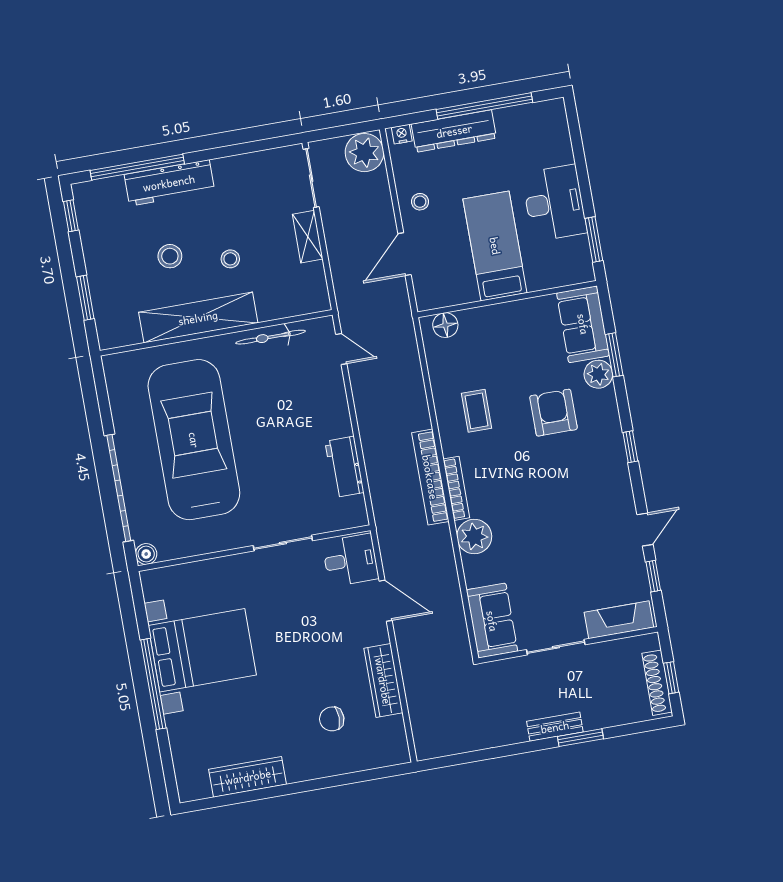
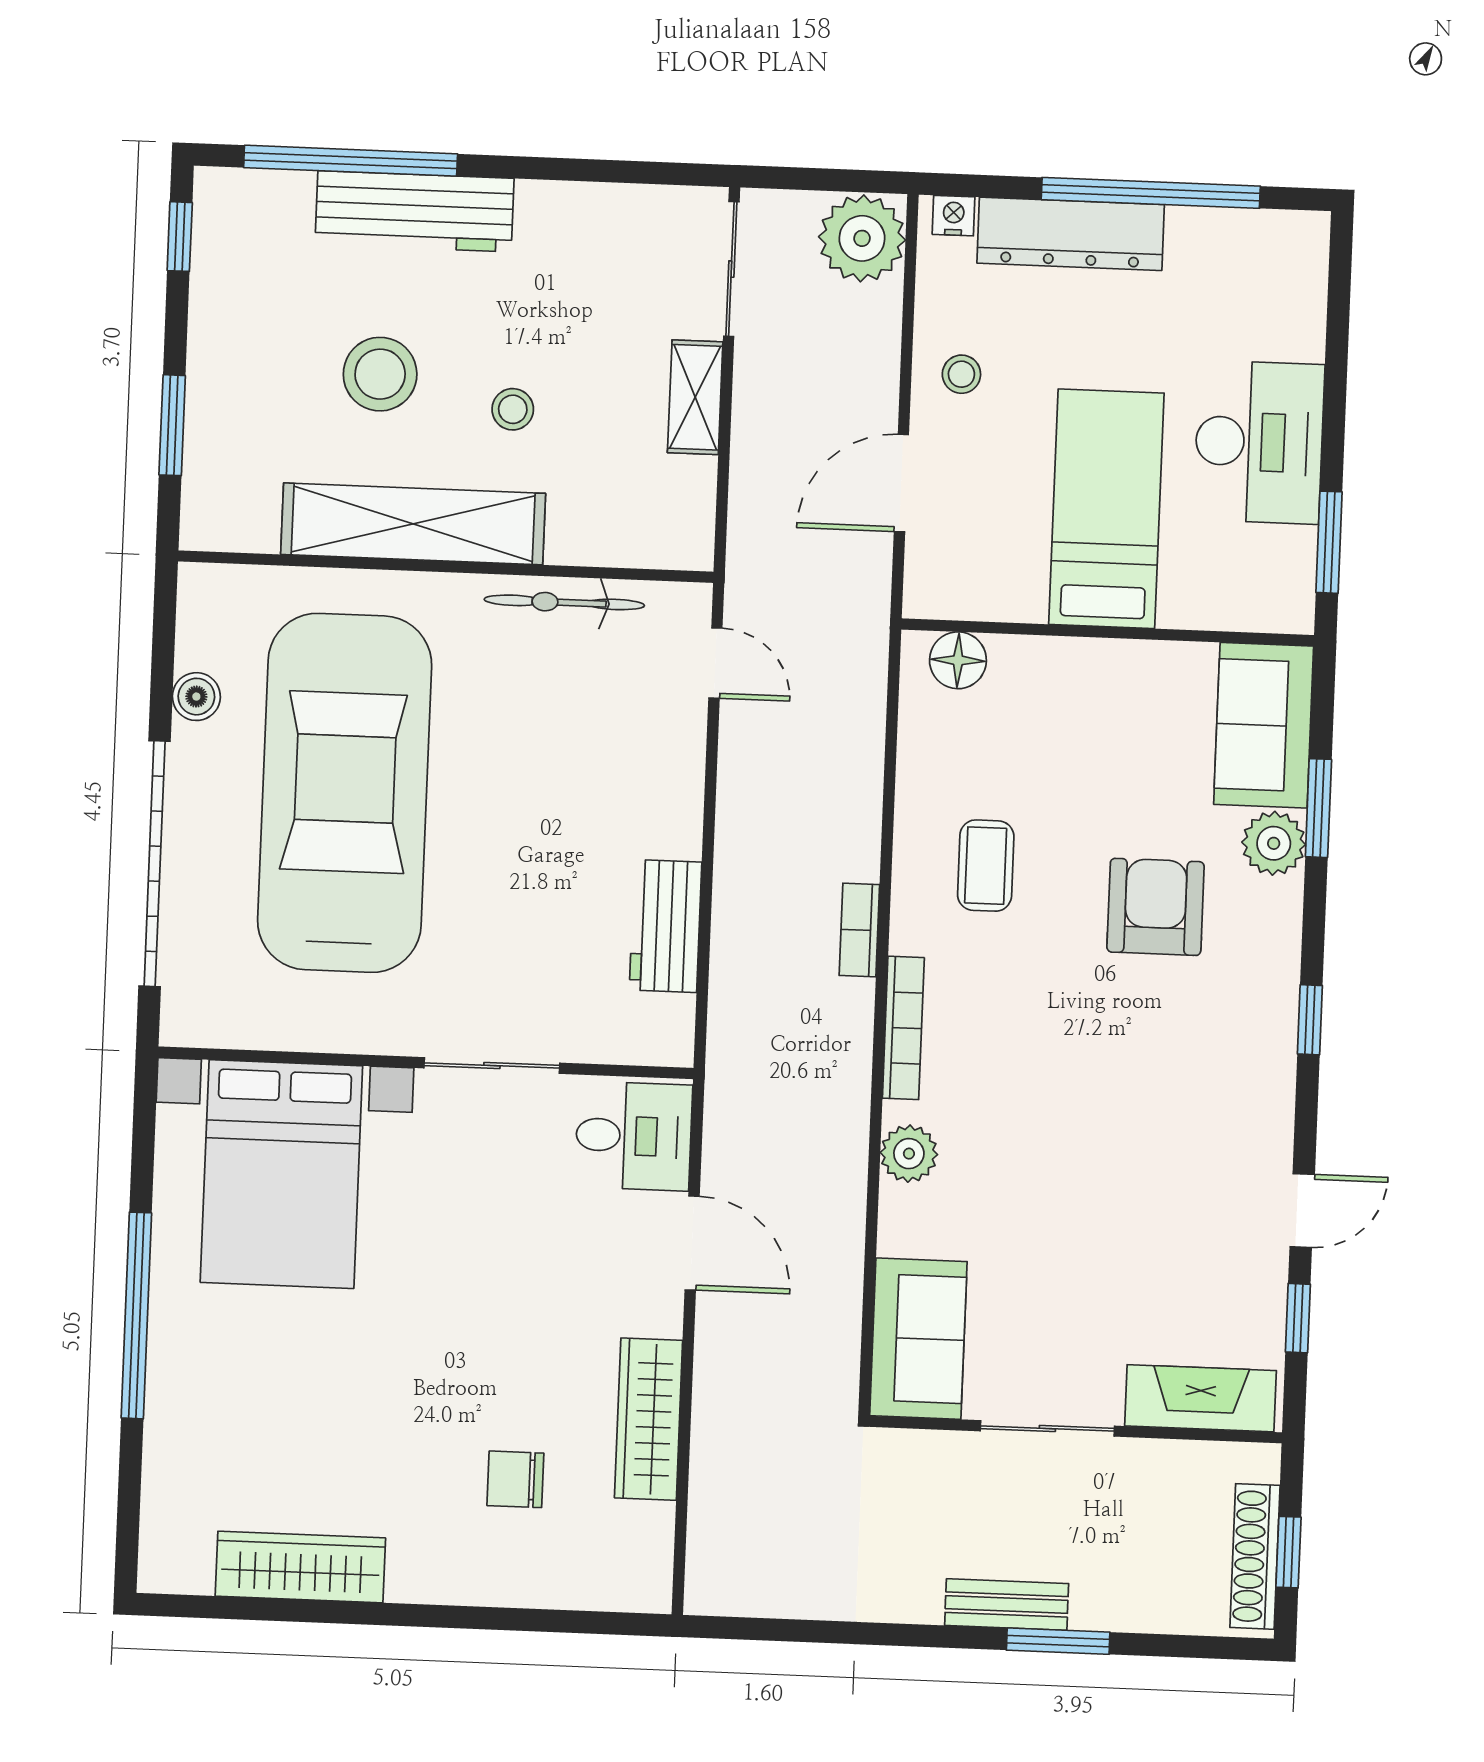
stool: (170, 256) -> (380, 374), width x1.38, depth x1.38
bookcase: (430, 477) -> (859, 930), width x0.43, depth x0.76
plant: (474, 537) -> (909, 1154), width x0.73, depth x0.73
boiler: (146, 554) -> (196, 697), moved
bed with nightstands: (202, 650) -> (281, 1174), moved, turned 90

